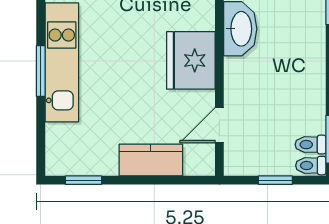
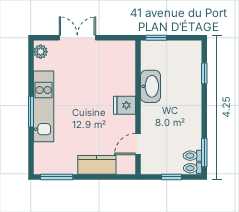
fridge: (191, 60) -> (125, 105), width x0.53, depth x0.75
window: (84, 180) -> (57, 177), width x1.50

